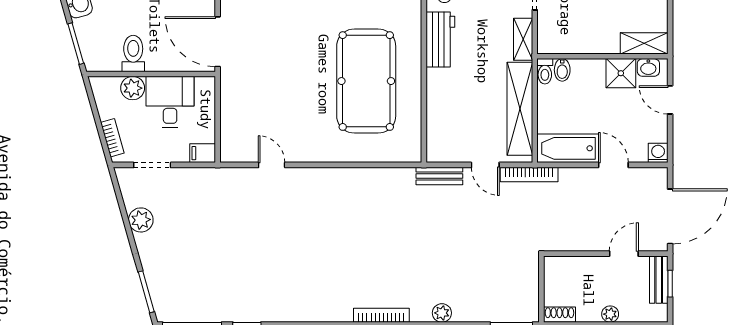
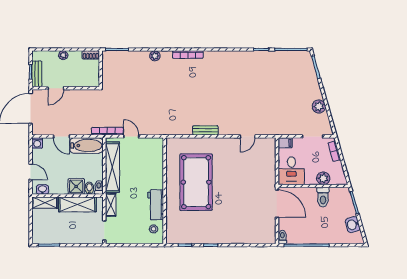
shelving: (584, 40) -> (77, 204), added
shower: (621, 73) -> (76, 186), moved
desk: (170, 102) -> (291, 171), moved
door: (272, 165) -> (248, 136), hinge flipped
bench: (439, 176) -> (205, 130), moved

